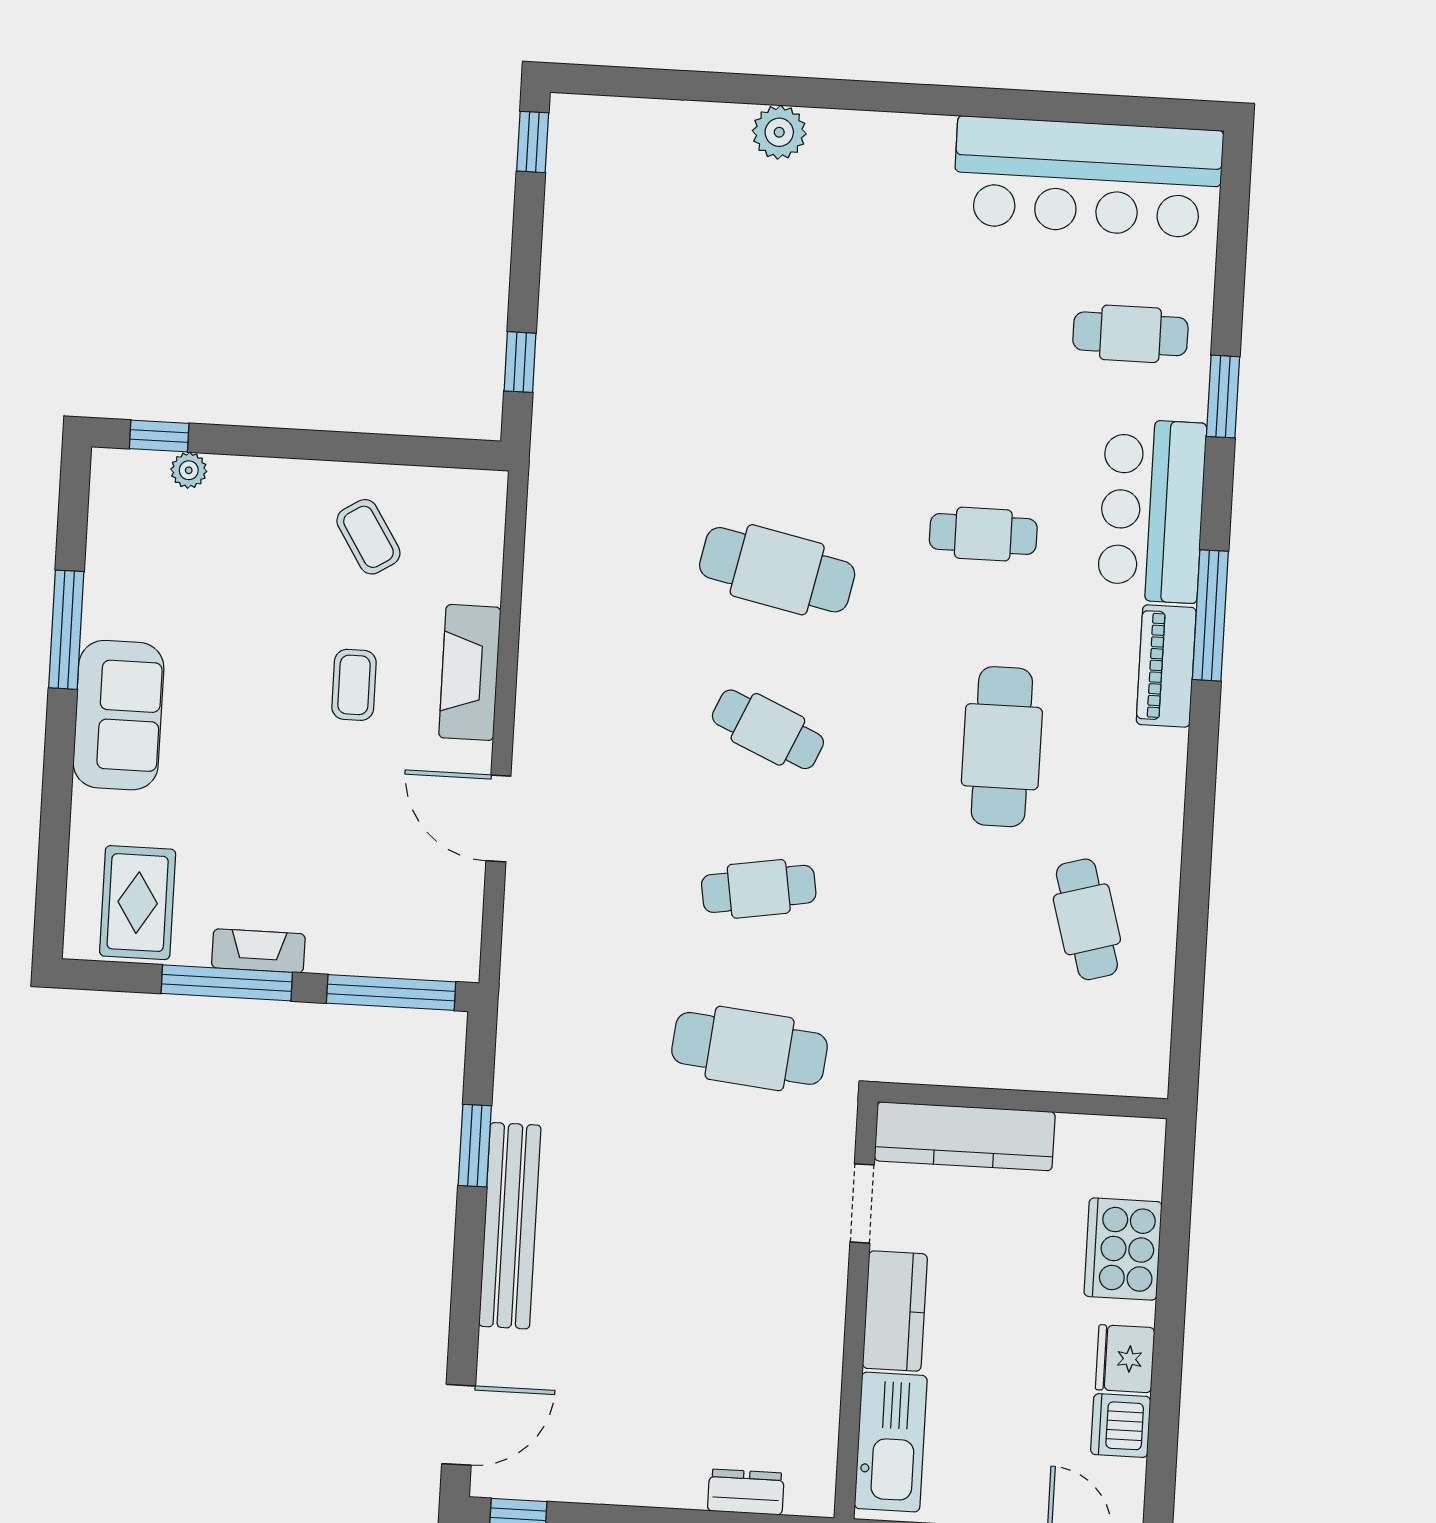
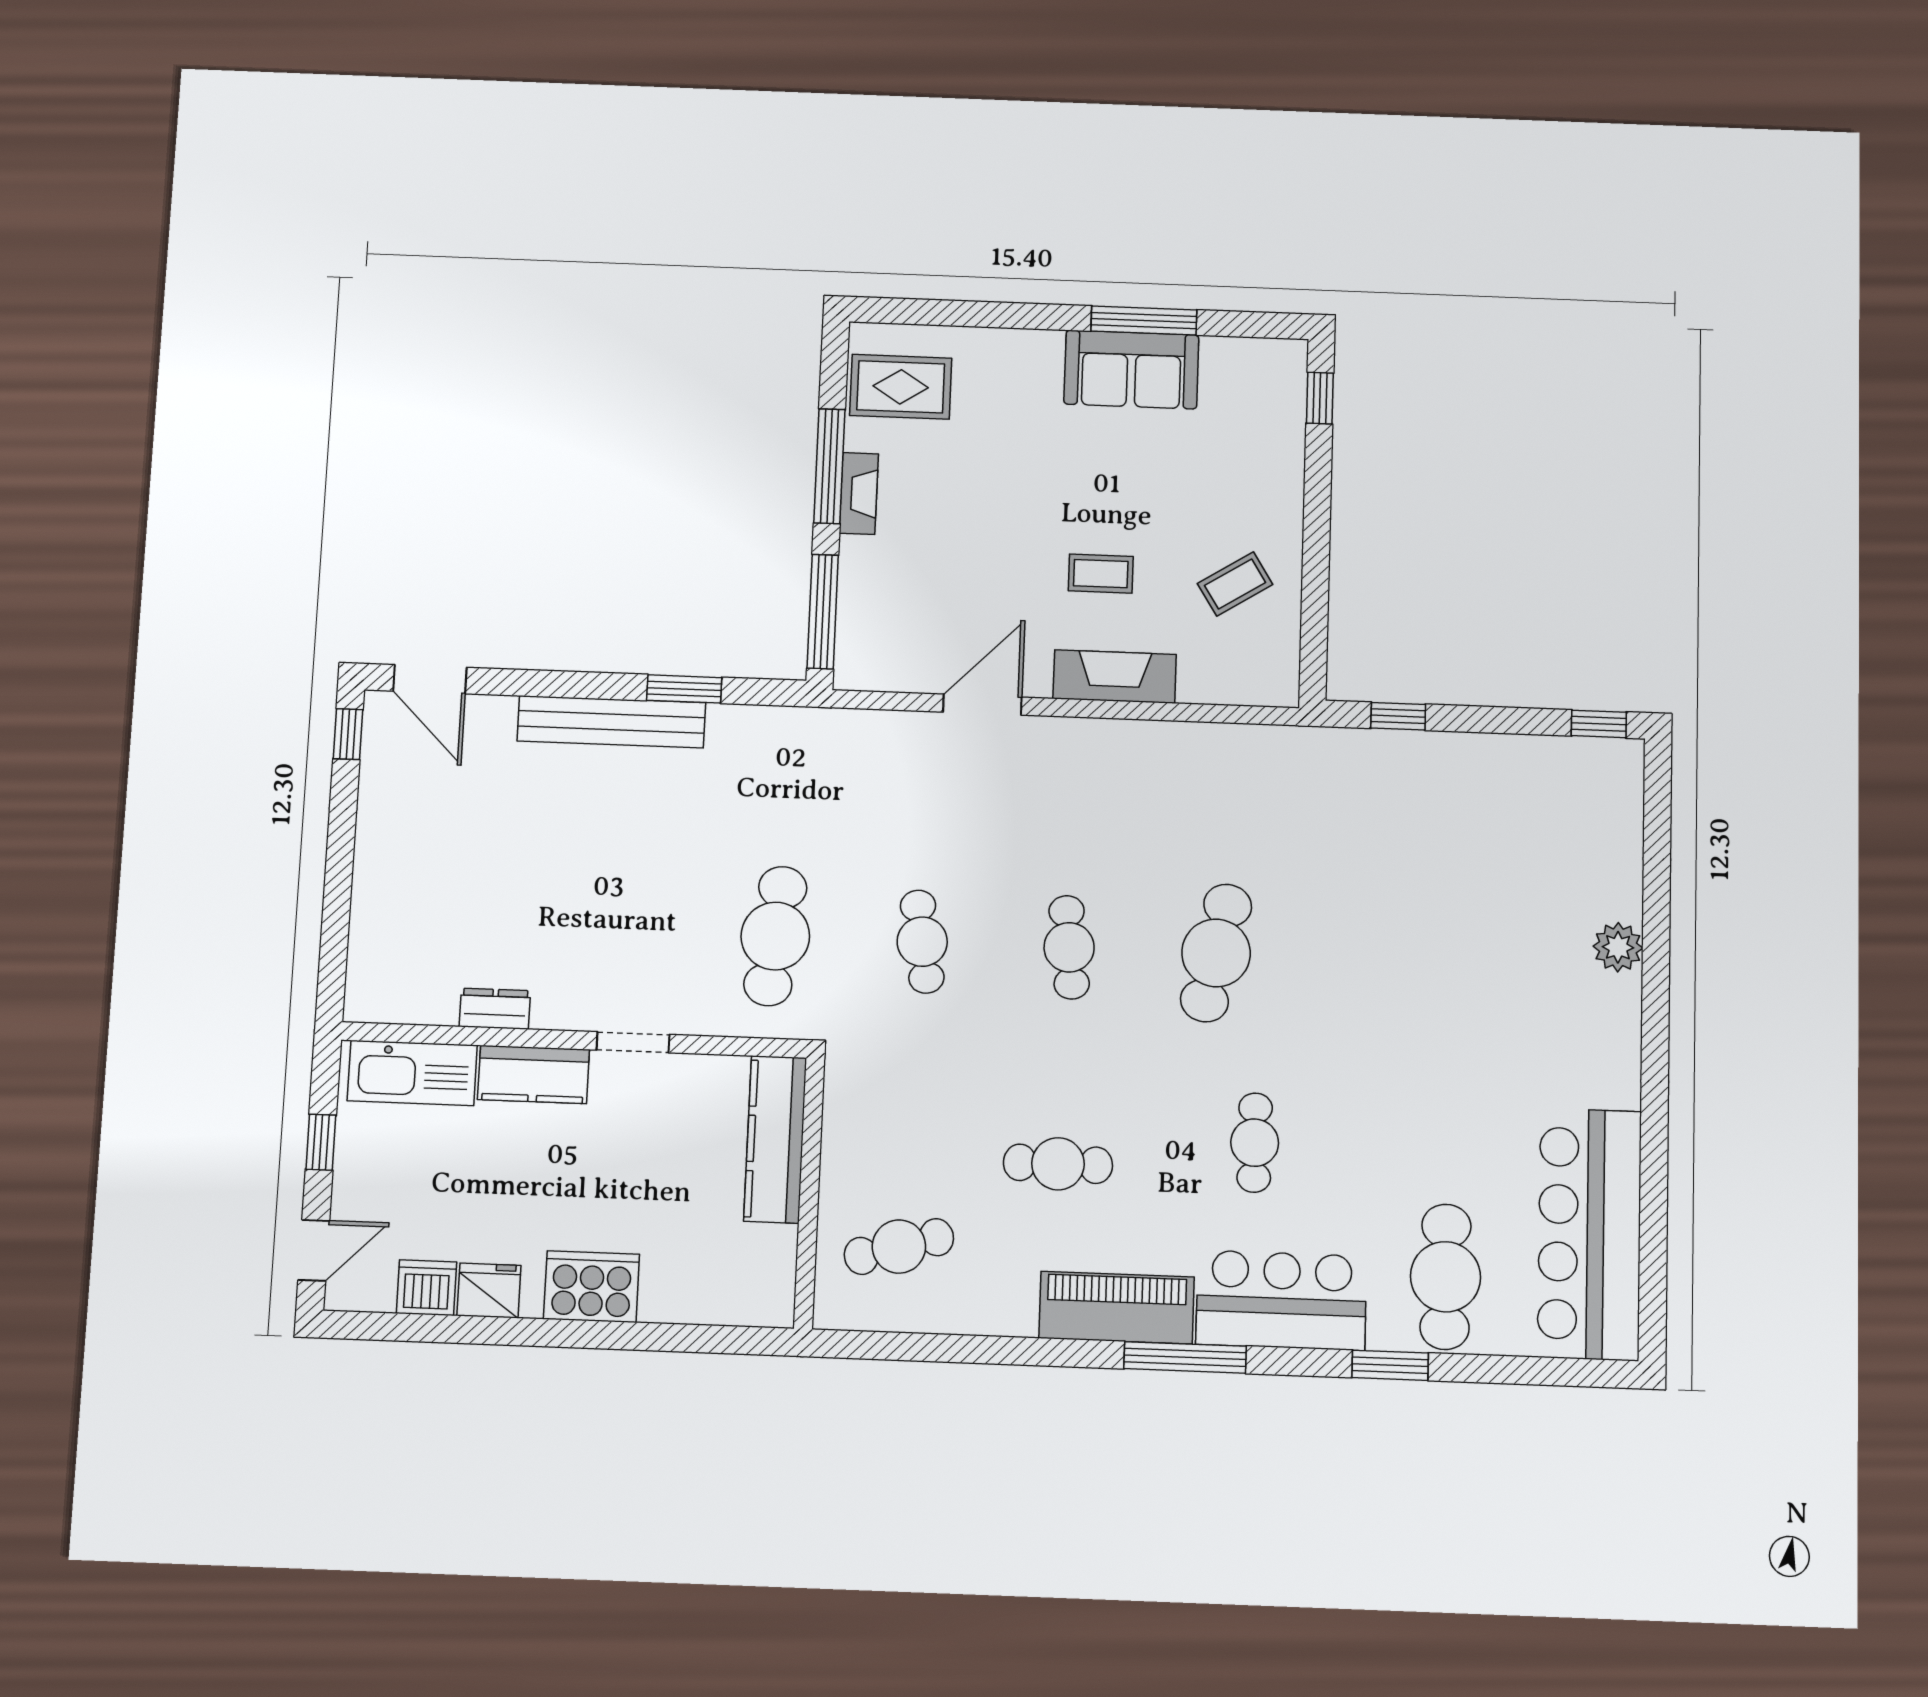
cafe table: (1130, 334) -> (1445, 1277), width x1.37, depth x1.35
plant: (189, 470) -> (1290, 425), removed
piano: (1166, 666) -> (1117, 1308), width x1.37, depth x1.33
sofa: (118, 715) -> (1131, 369), moved
cafe table: (768, 729) -> (1069, 947), turned -30
cafe table: (1002, 747) -> (1058, 1164), width x0.73, depth x0.74
wall: (1023, 1100) -> (809, 1193), moved
kitchen counter: (965, 1136) -> (775, 1139), moved
dresser: (746, 1492) -> (495, 1009), moved, turned -90

